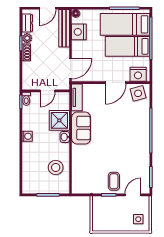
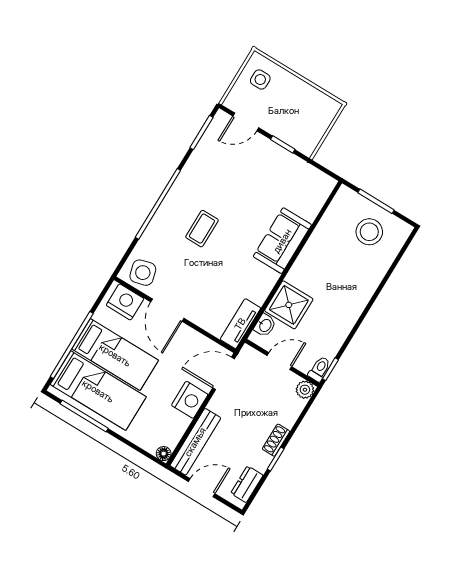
nightstand: (79, 32) -> (190, 400), moved
plant: (27, 38) -> (305, 390), moved
door: (116, 83) -> (167, 310), swing flipped
sofa: (81, 128) -> (282, 241), moved
washing machine: (27, 136) -> (353, 311), removed
washbasin: (65, 137) -> (265, 325), moved
stool: (56, 167) -> (369, 232), moved
coffee table: (114, 181) -> (202, 229), moved

